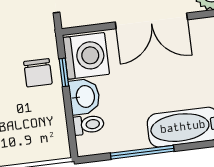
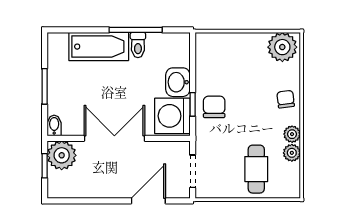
toilet: (89, 125) -> (138, 45), moved, turned -90

